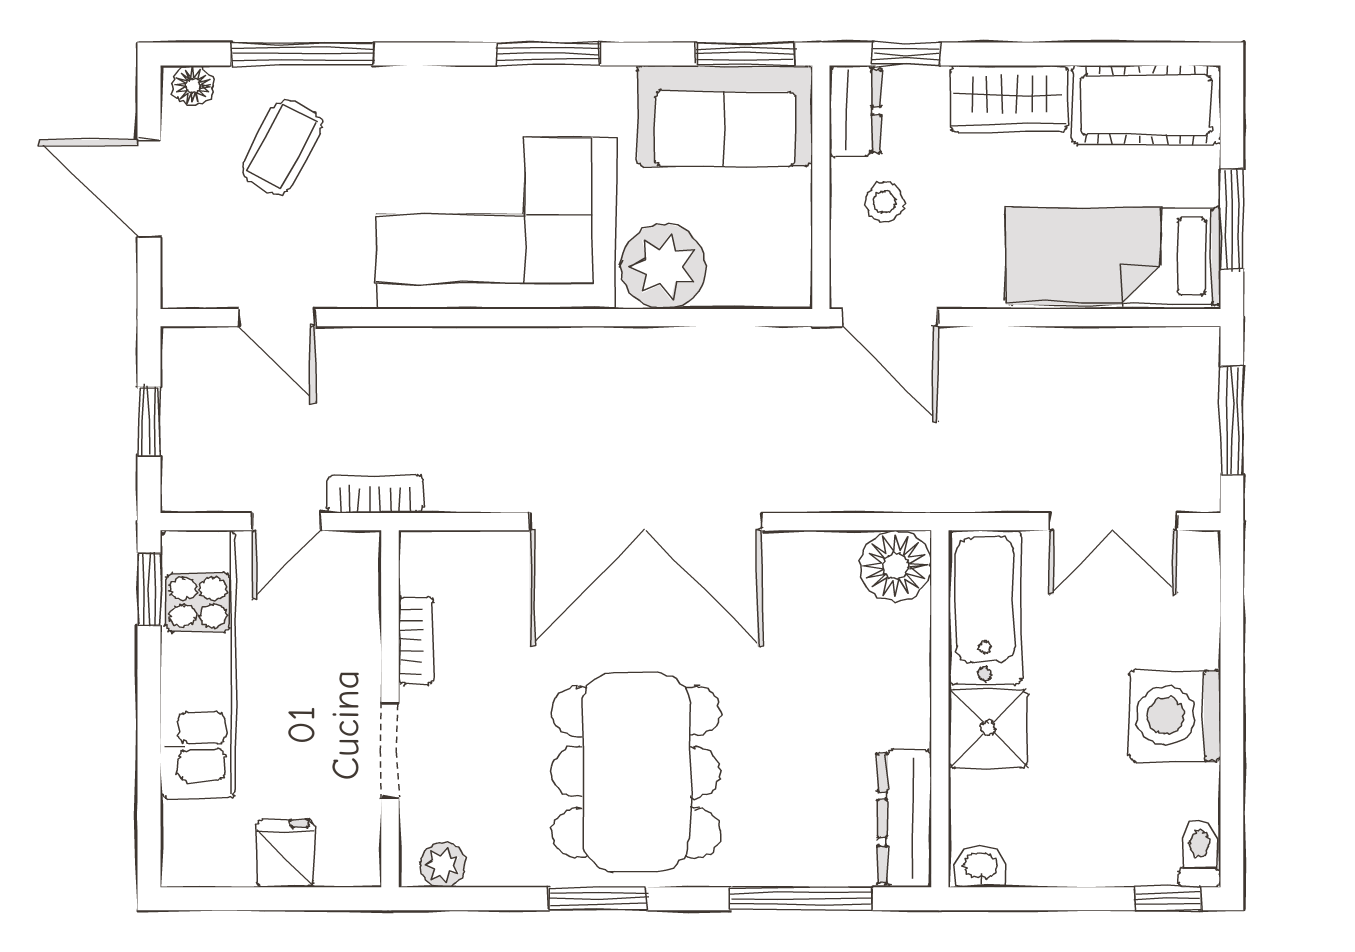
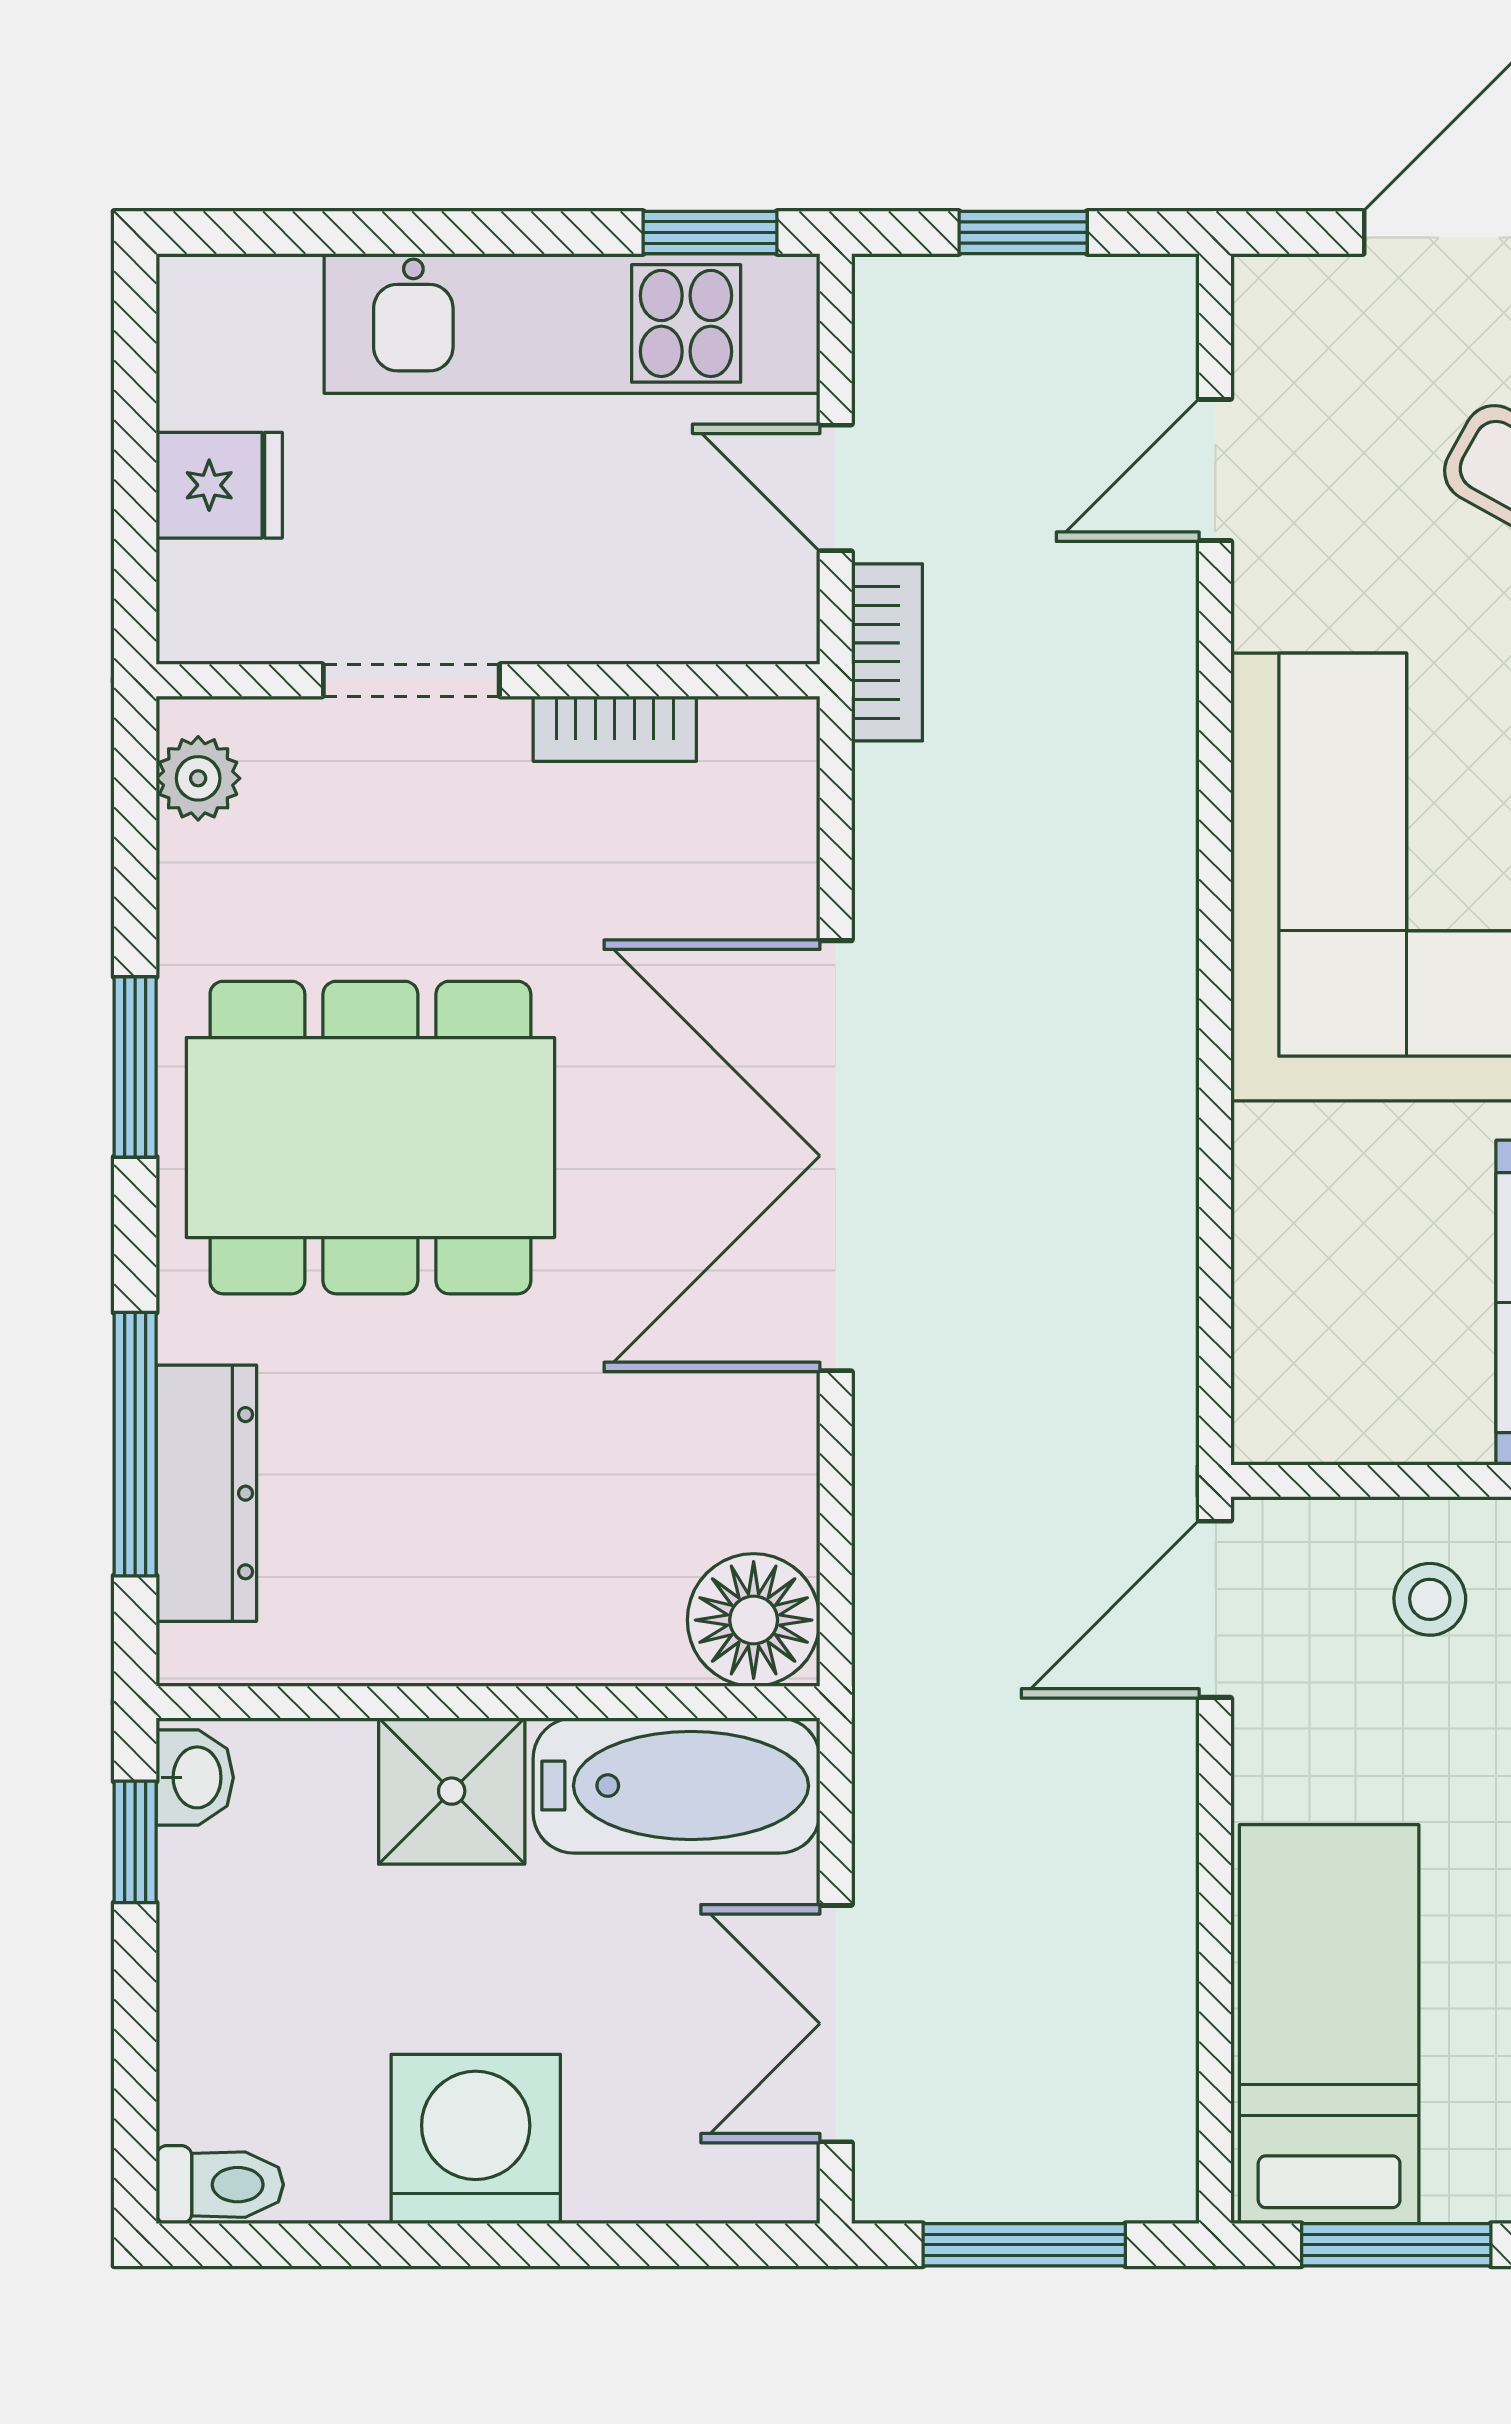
plant: (663, 267) -> (1310, 1188), removed
dresser: (904, 818) -> (206, 1493), moved, turned 90
window: (1168, 899) -> (135, 1842), moved

